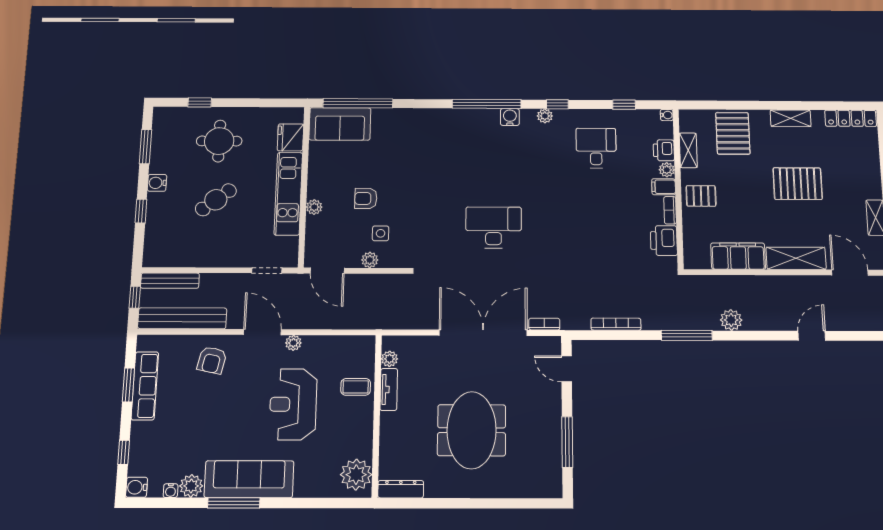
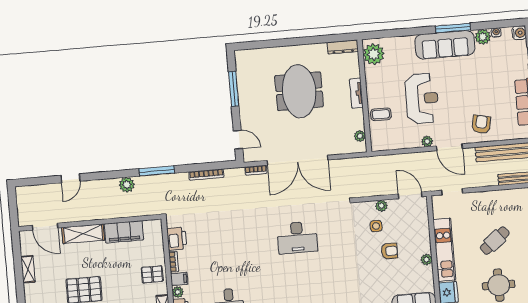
plant: (314, 207) -> (426, 260), moved
tv unit: (389, 389) -> (356, 93), moved

